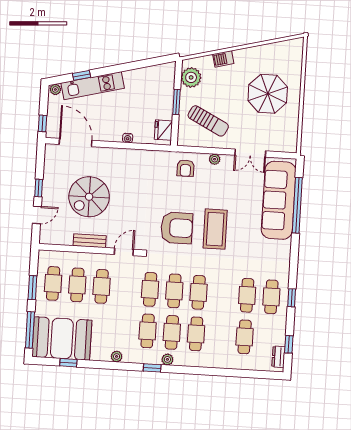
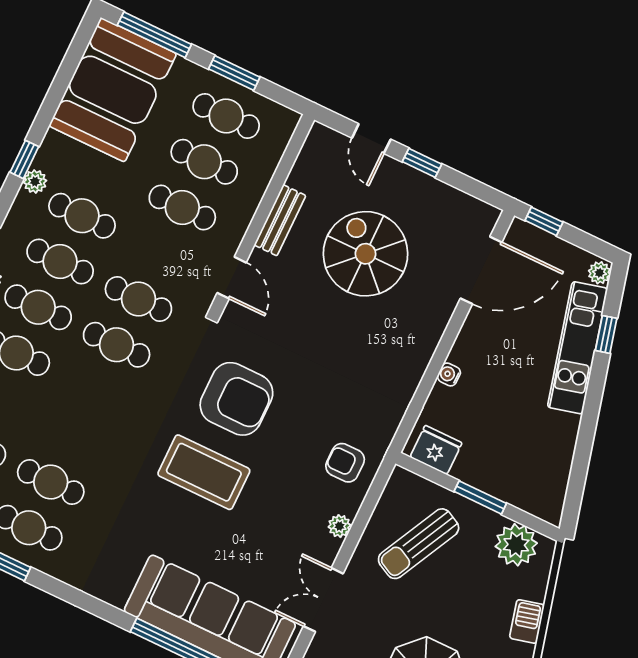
armchair: (177, 228) -> (236, 399), turned -90
cafe table: (199, 292) -> (82, 216), moved
window: (68, 363) -> (24, 159), moved

